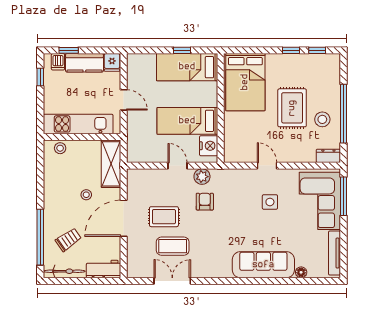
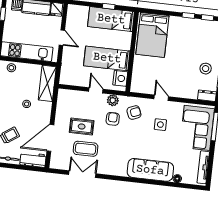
rug: (292, 108) -> (184, 58), removed
armchair: (232, 190) -> (134, 113), added
door: (124, 218) -> (50, 138), moved

